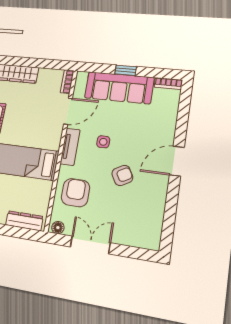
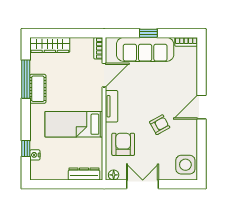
side table: (103, 142) -> (185, 165), moved, width x1.87, depth x1.87

